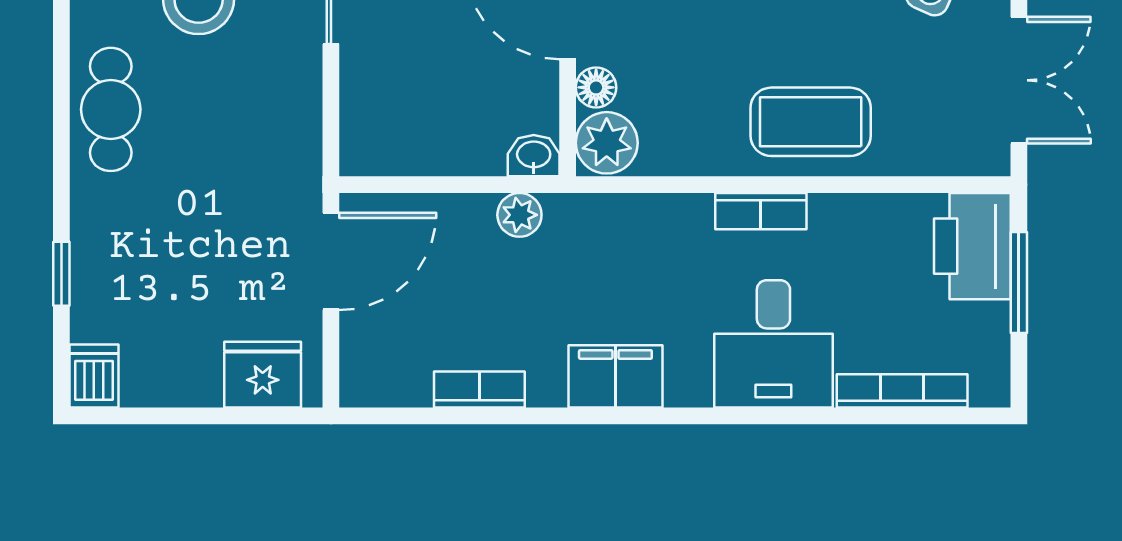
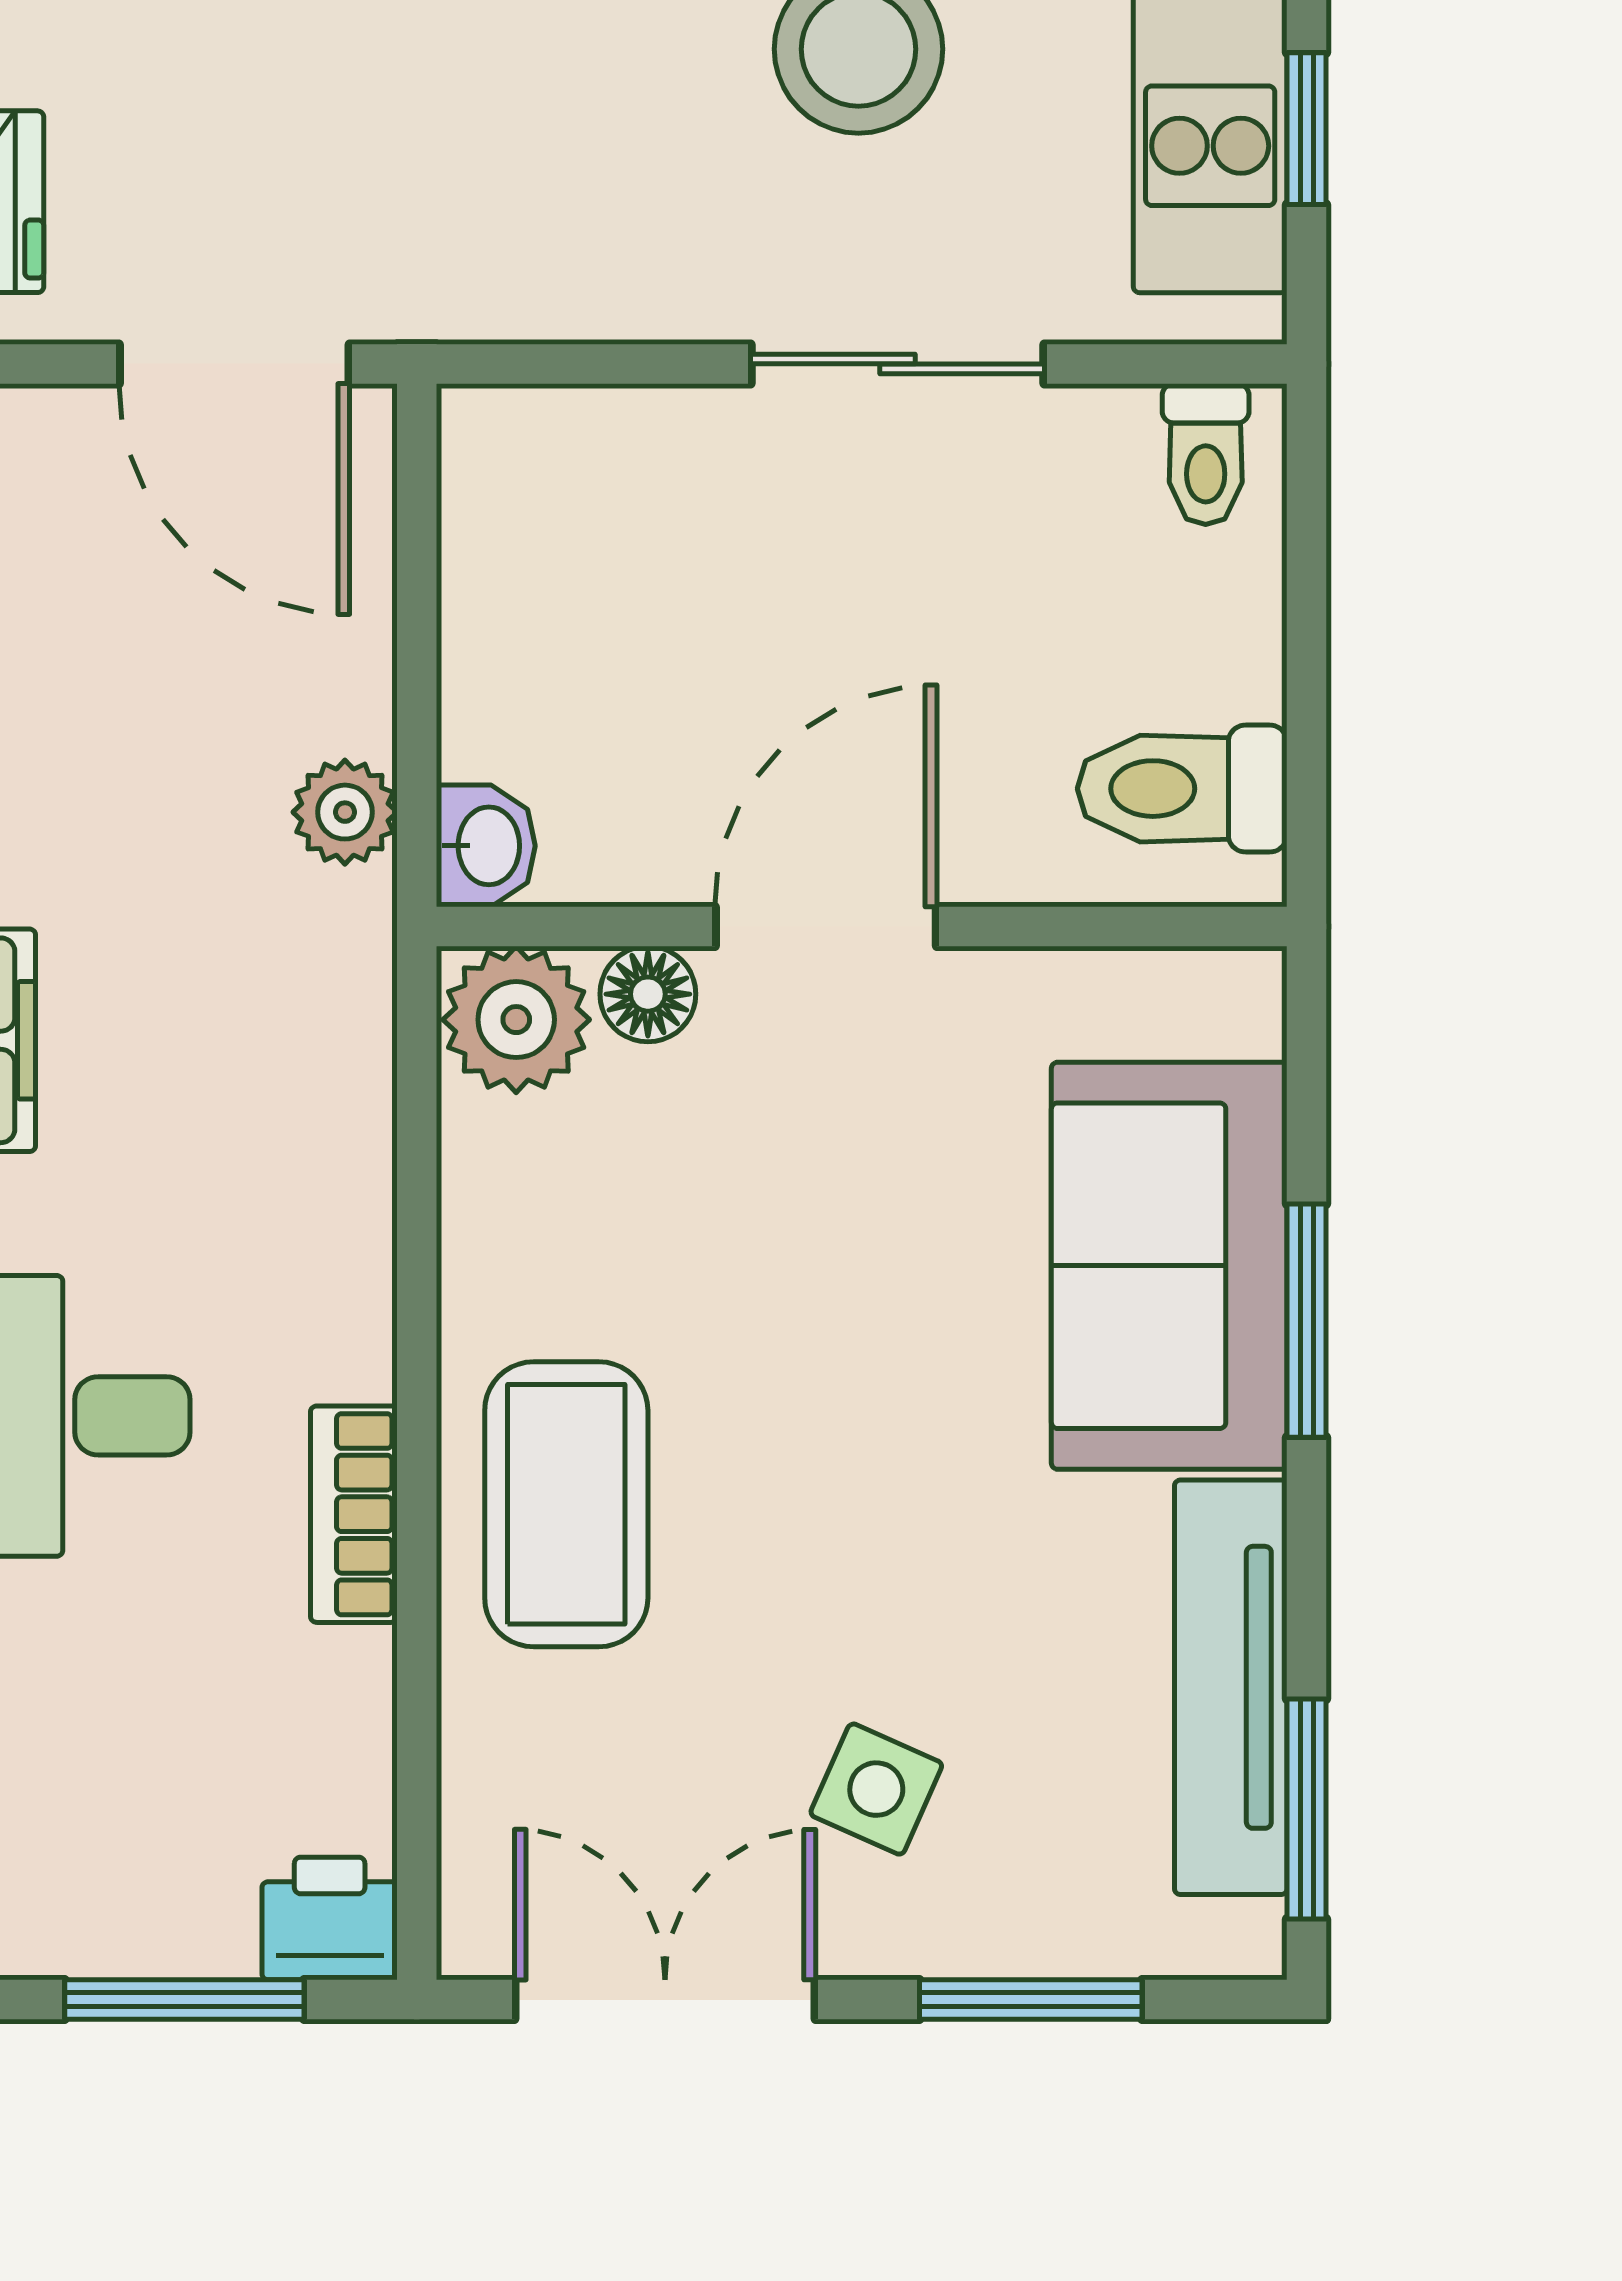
double door: (1019, 80) -> (665, 2000), swing flipped
bookcase: (761, 211) -> (354, 1514), moved
printer: (972, 246) -> (330, 1918), width x0.53, depth x0.68

